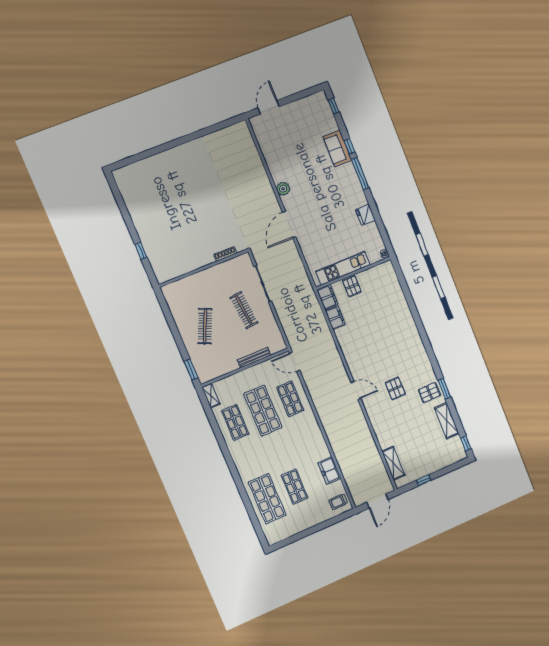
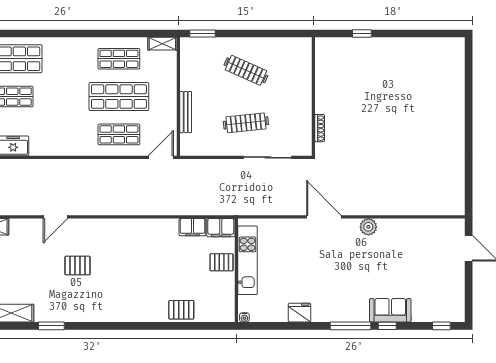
door: (356, 390) -> (55, 217), moved
pallet: (429, 393) -> (181, 310), moved, turned 90

